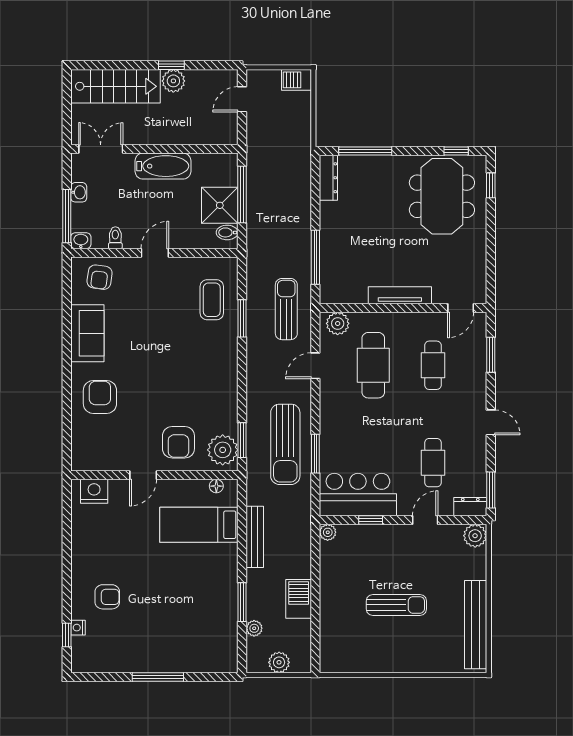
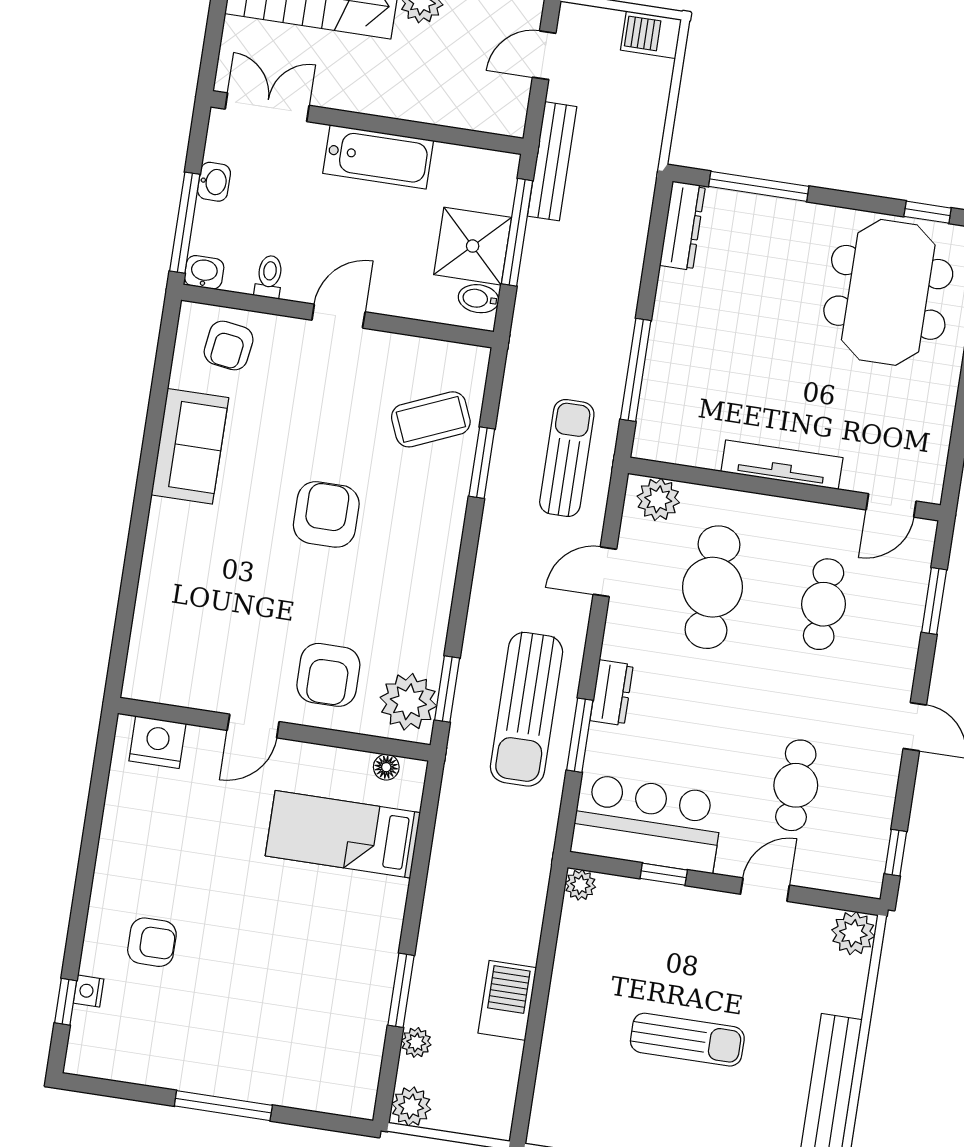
coffee table: (212, 300) -> (431, 419), turned 67
armchair: (100, 397) -> (326, 514), moved
window: (491, 490) -> (896, 853), width x0.67
dresser: (470, 507) -> (612, 693), moved, turned 90
bench: (255, 537) -> (552, 161), moved
plant: (279, 662) -> (411, 1106), moved

